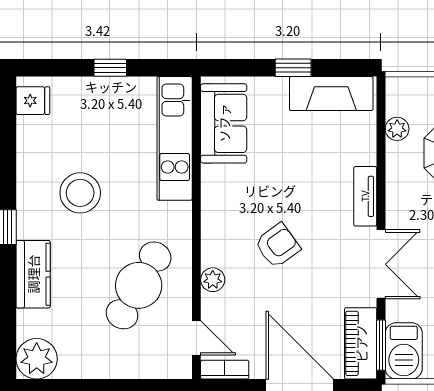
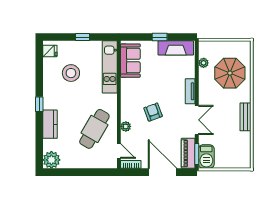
stool: (80, 193) -> (71, 73), moved
armchair: (277, 245) -> (153, 112), turned -74

